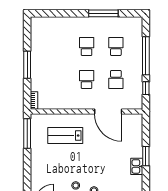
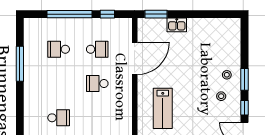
school desk: (87, 46) -> (59, 118), moved, turned 180
window: (146, 156) -> (156, 14), moved
kitchen sink: (137, 166) -> (177, 25), moved

